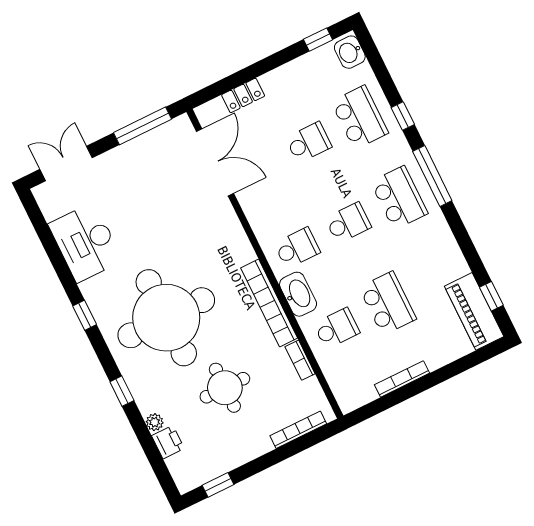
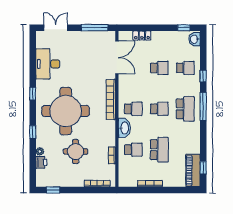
school desk: (360, 117) -> (185, 68), width x0.54
bookcase: (269, 303) -> (111, 99), moved

